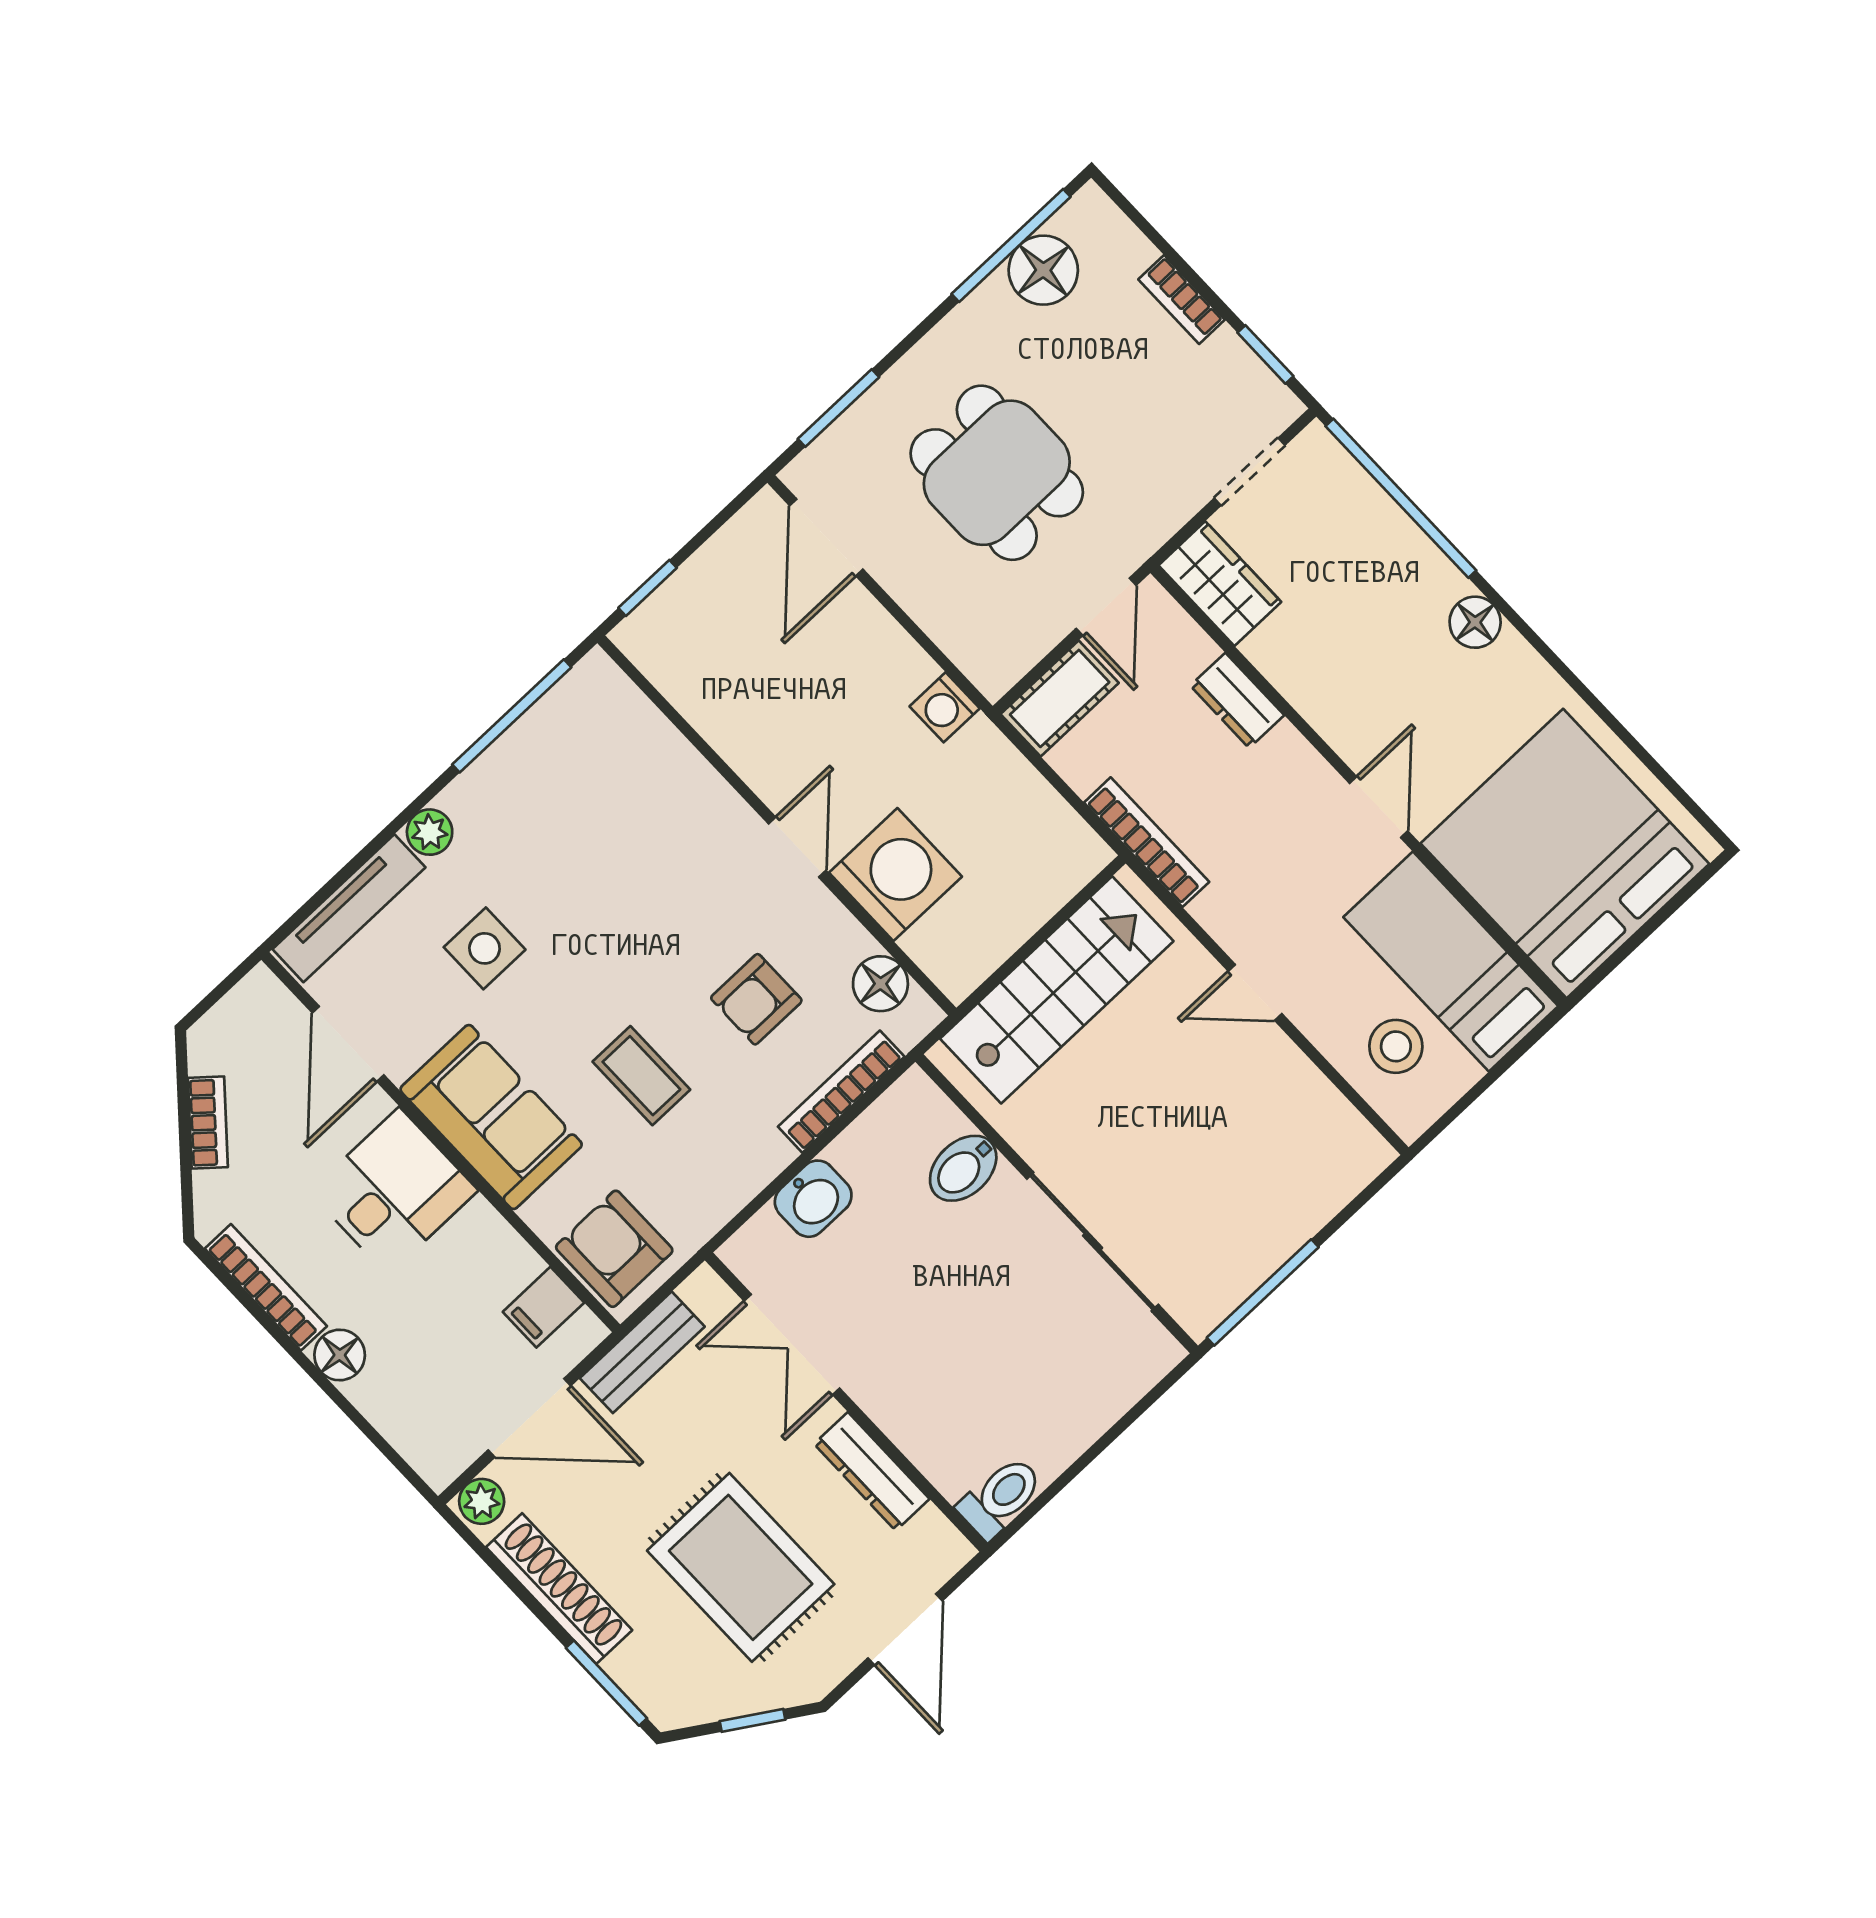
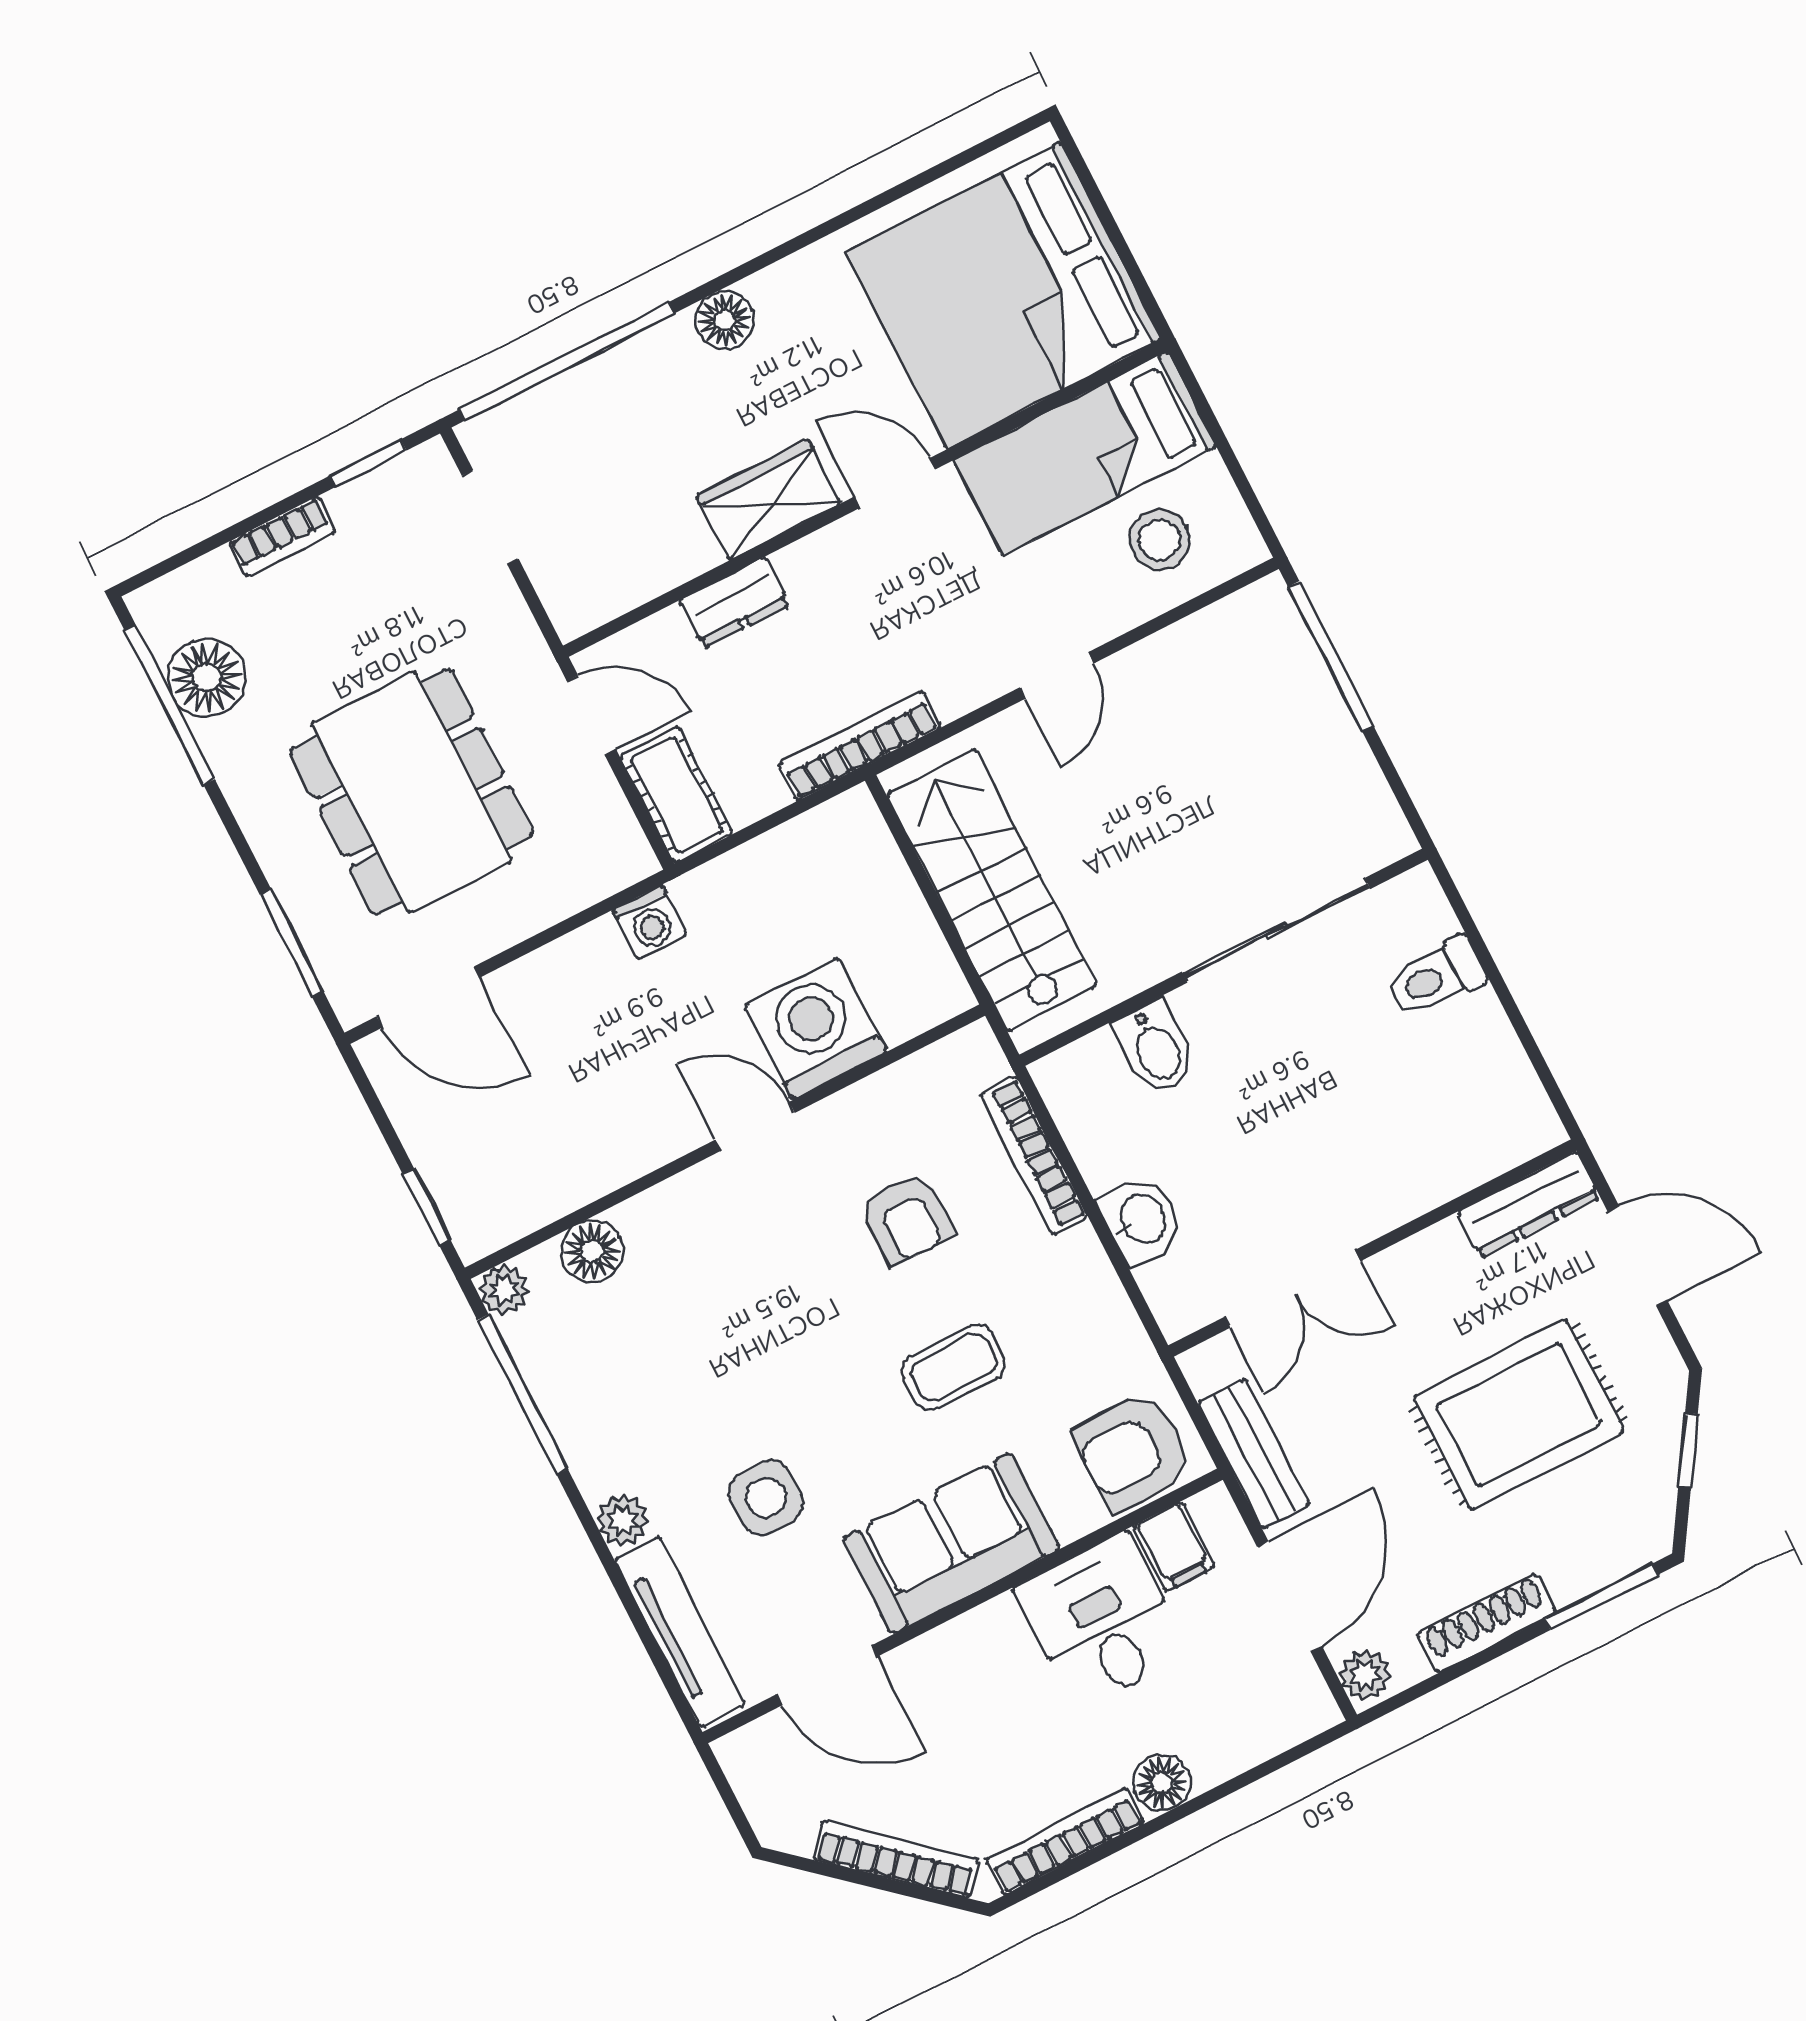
dining table: (997, 473) -> (412, 792), width x1.38
wardrobe: (1220, 584) -> (769, 500), moved
plant: (596, 674) -> (504, 1290), added
floor lamp: (880, 984) -> (592, 1251), moved
bookcase: (208, 1123) -> (896, 1859), width x1.56
desk: (394, 1191) -> (1102, 1621), moved
window: (1263, 1292) -> (1331, 656), moved
dresser: (872, 1471) -> (1529, 1205), moved
toilet: (1000, 1497) -> (1436, 978), moved, turned -90
shoe rack: (559, 1589) -> (1487, 1623), width x0.74, depth x0.81

